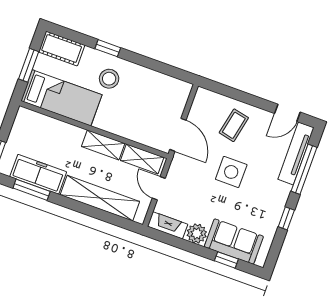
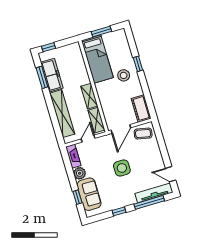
cot: (62, 48) -> (141, 108), moved
coffee table: (234, 125) -> (143, 134), moved

